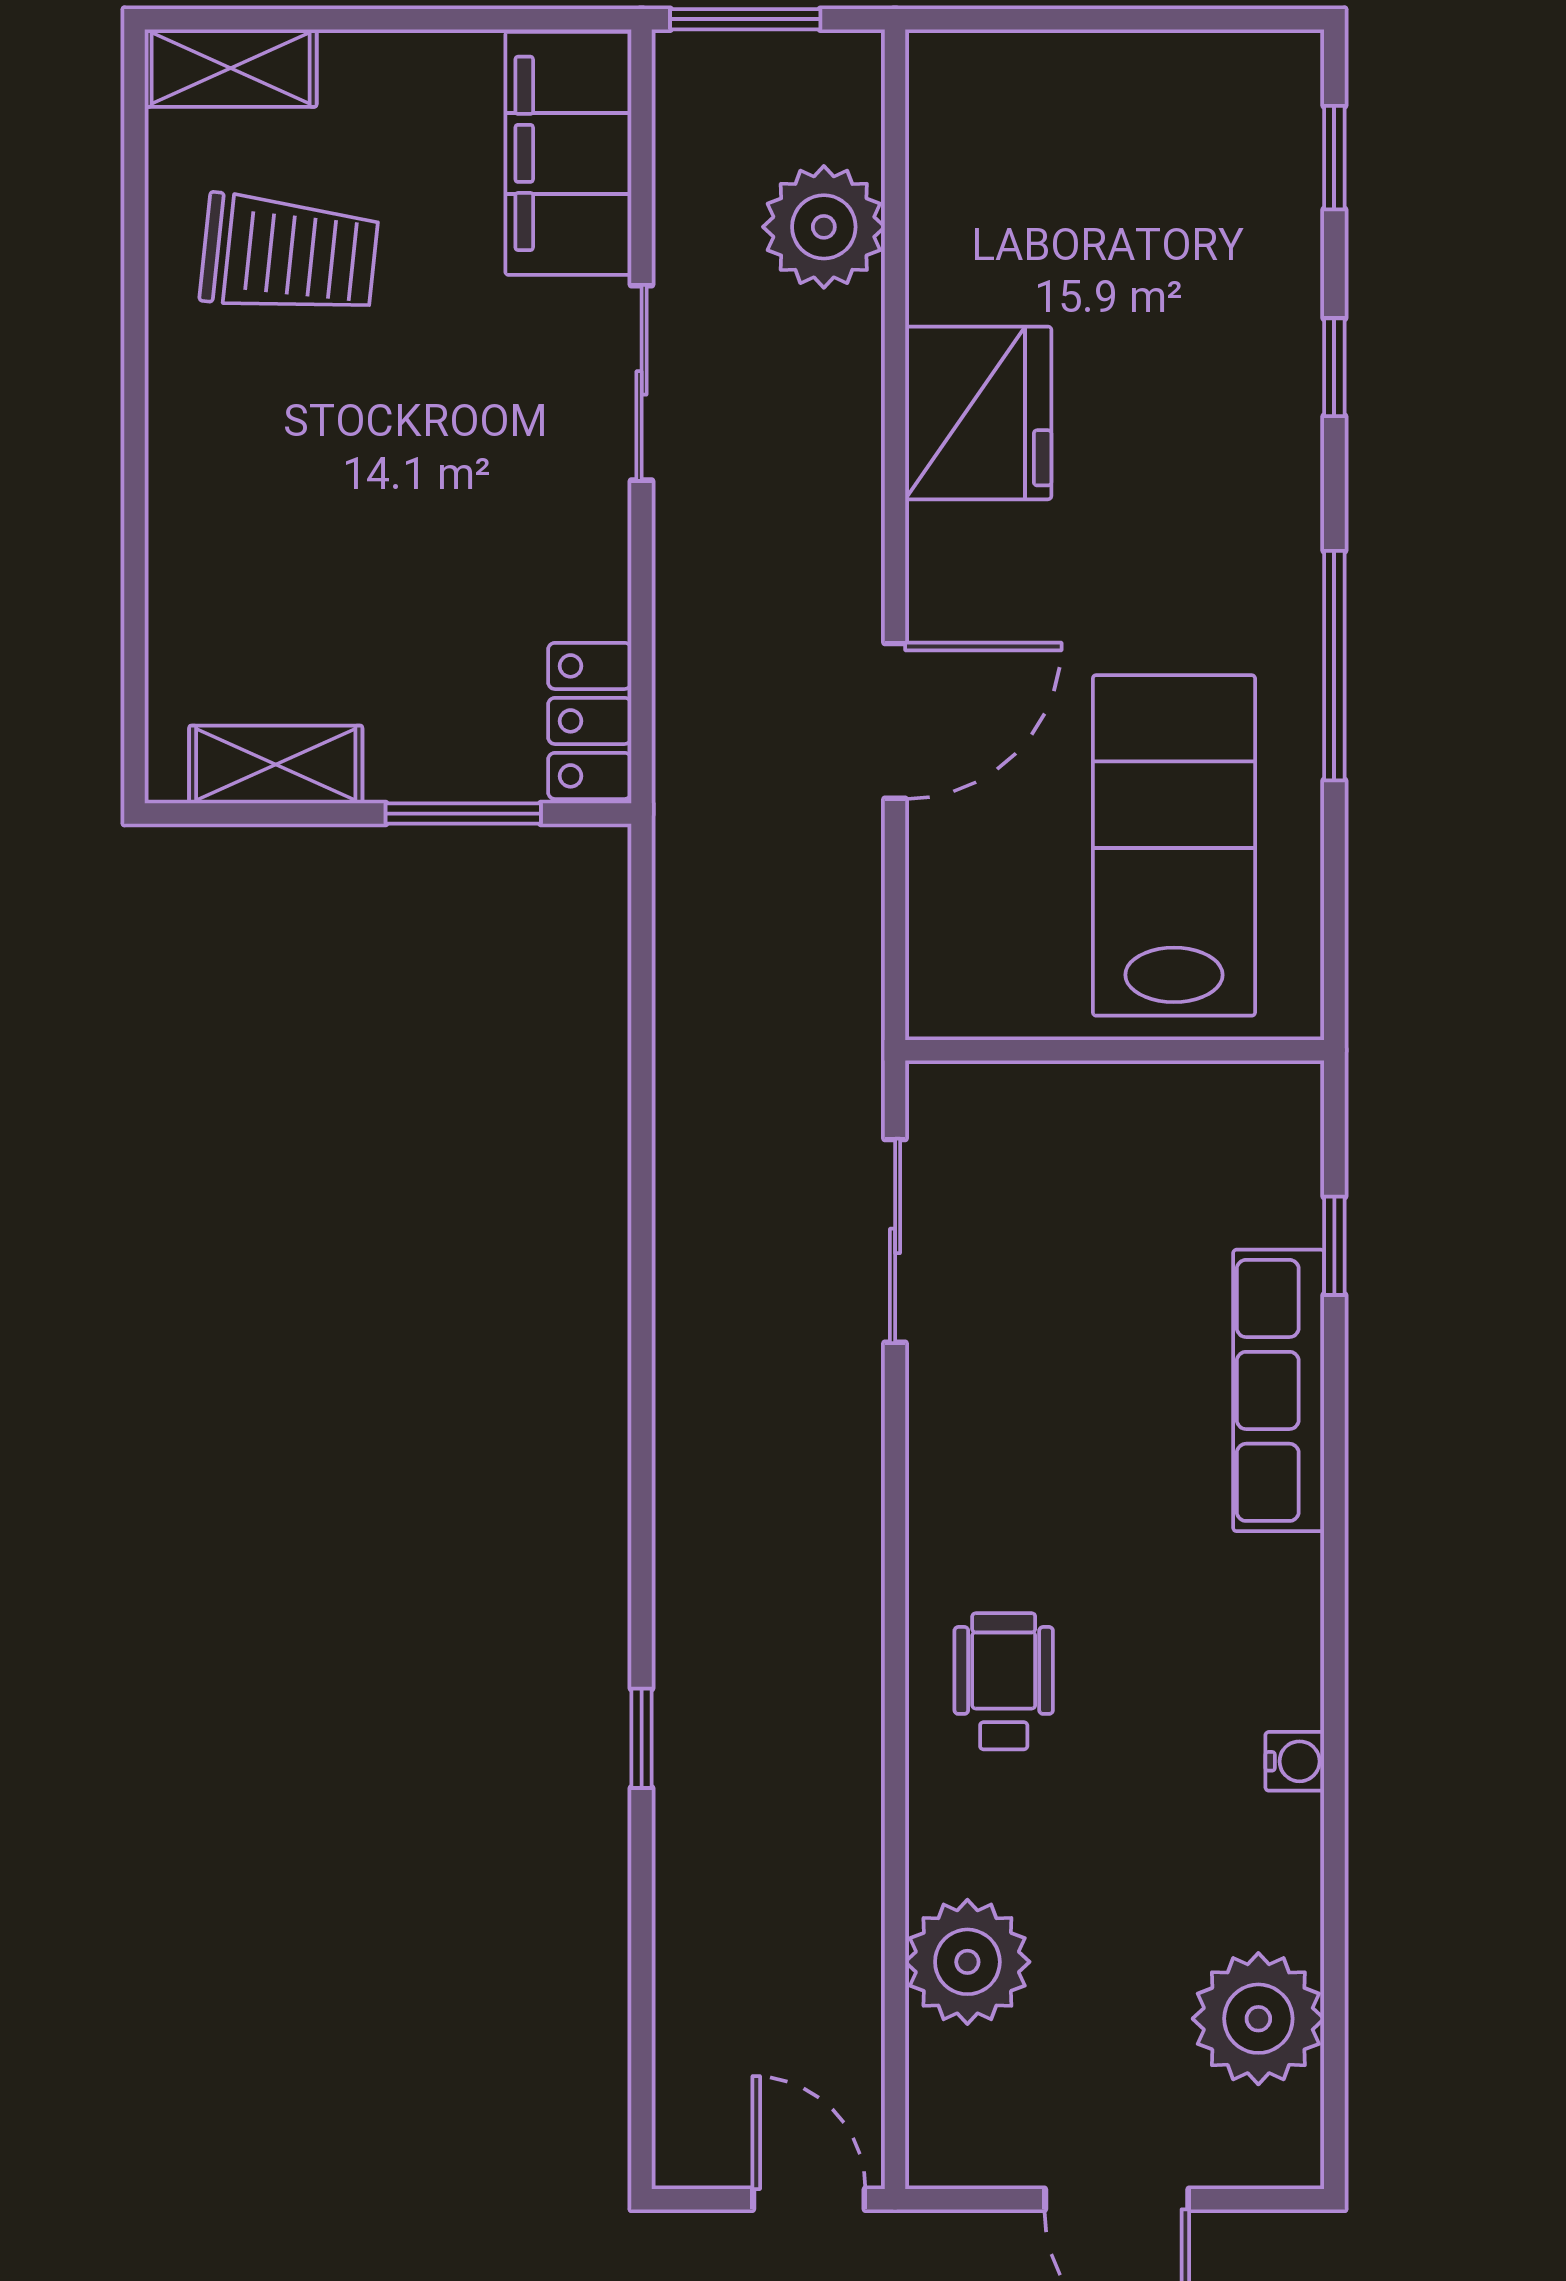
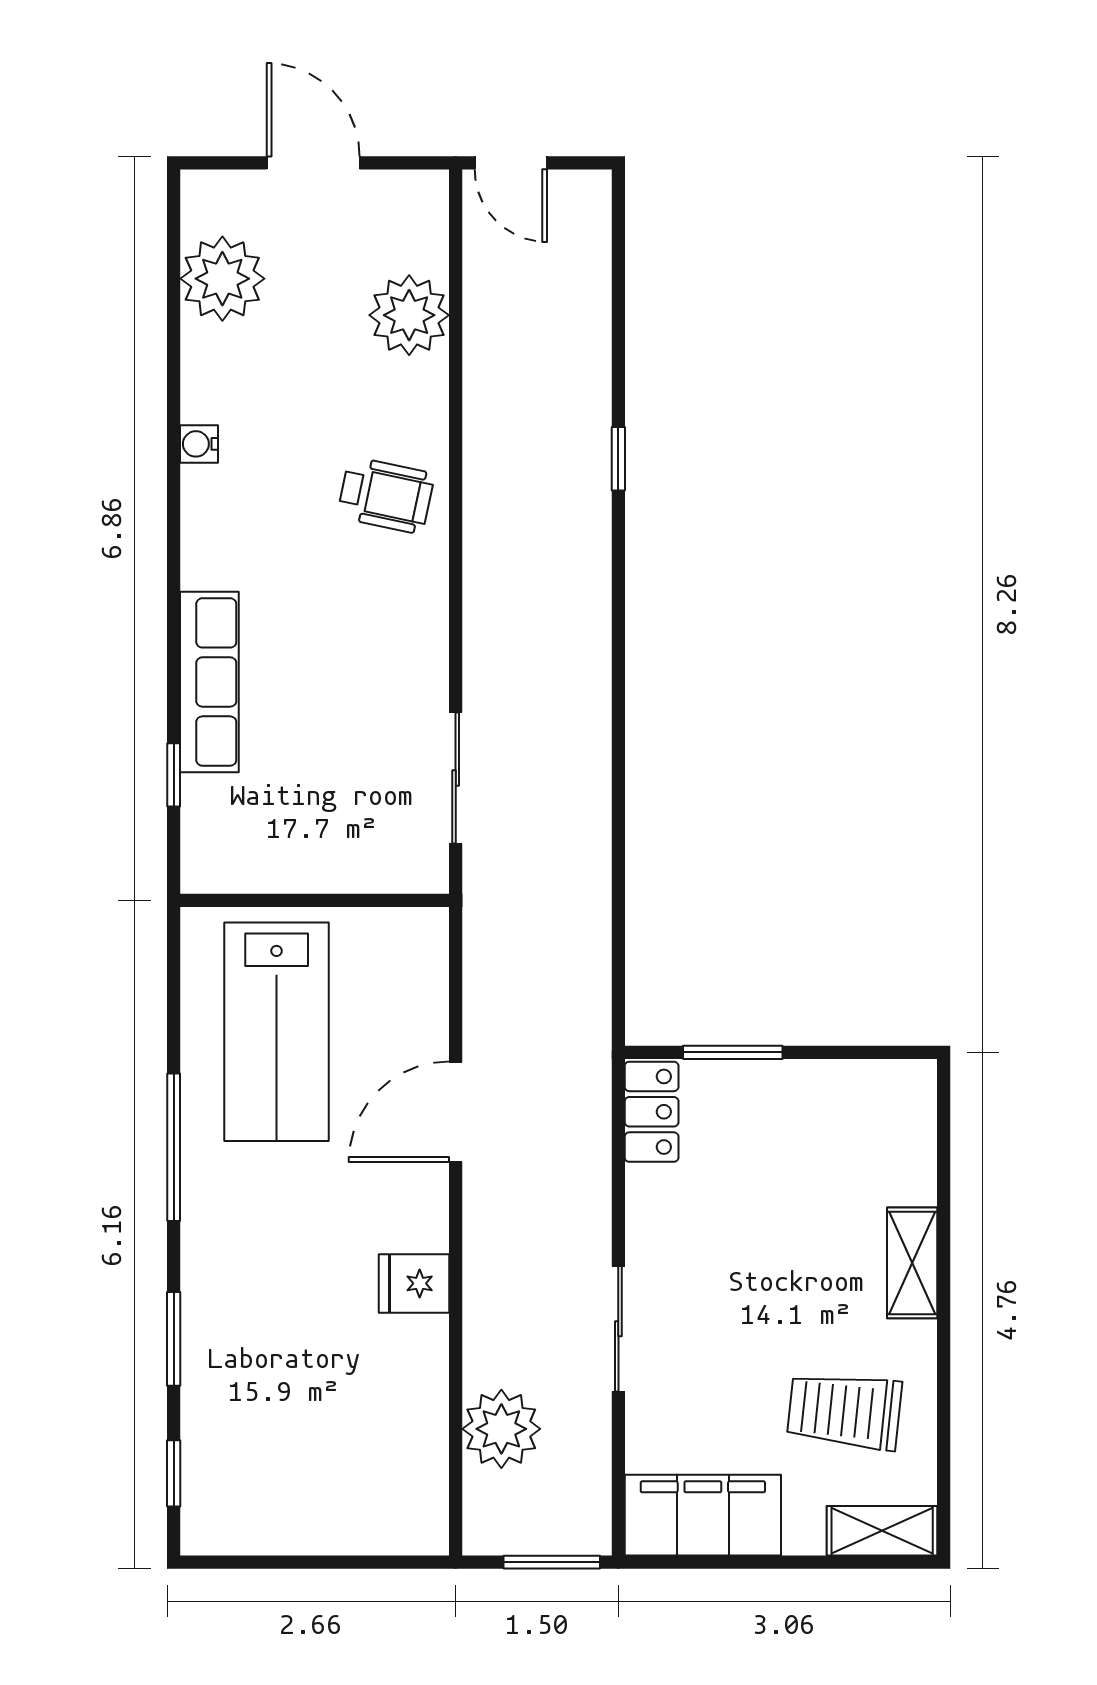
filing cabinet: (568, 153) -> (703, 1515), moved, turned -90
window: (1334, 367) -> (174, 1339), width x1.50
fridge: (978, 413) -> (414, 1283), width x0.53, depth x0.75
shelving: (276, 764) -> (912, 1263), moved, turned 90
wheelchair: (1004, 1681) -> (386, 495), turned -78

